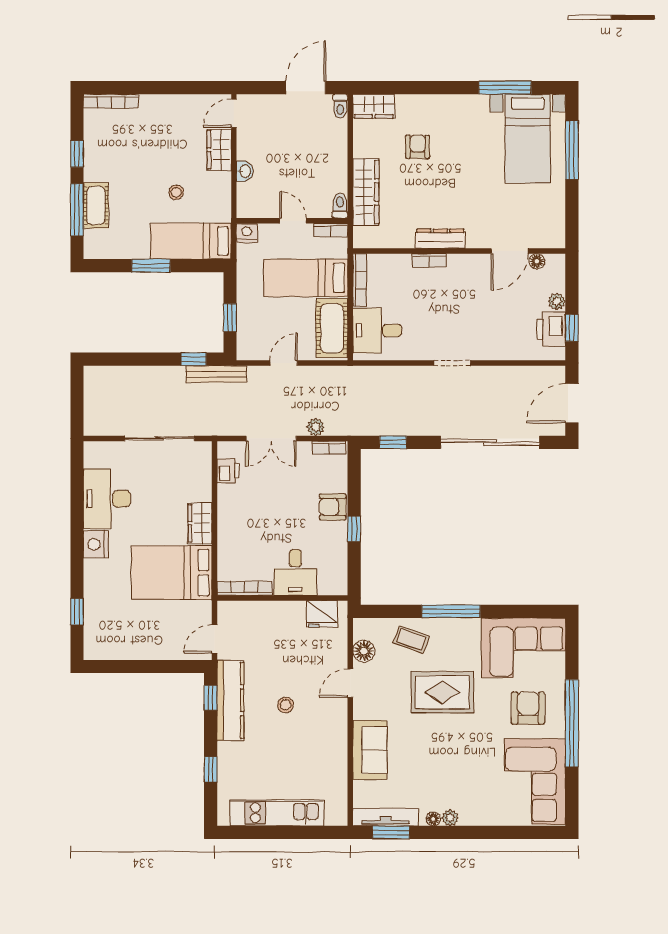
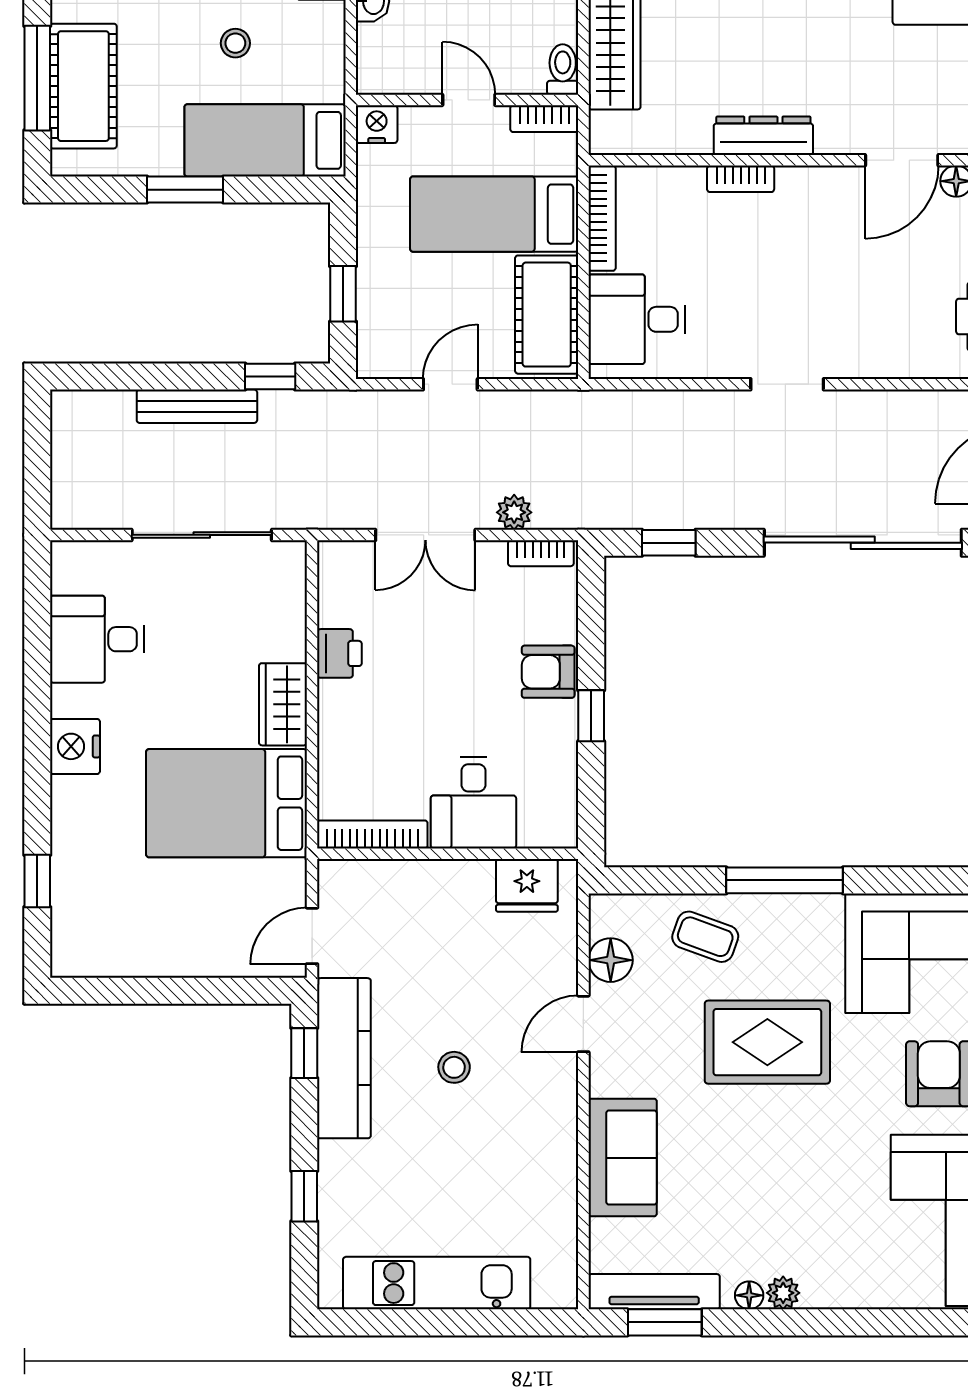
cot: (96, 205) -> (83, 86), width x1.37, depth x1.34
bench: (216, 374) -> (197, 406), moved
printer: (228, 471) -> (339, 653), moved
desk: (107, 499) -> (97, 639), width x0.73

